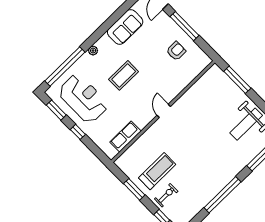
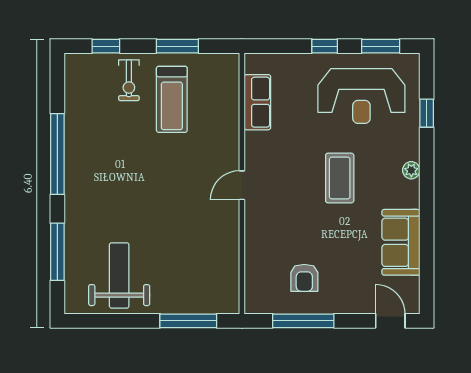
window: (184, 26) -> (303, 321), moved
window: (65, 66) -> (427, 113), width x0.32
door: (164, 111) -> (242, 185), swing flipped

